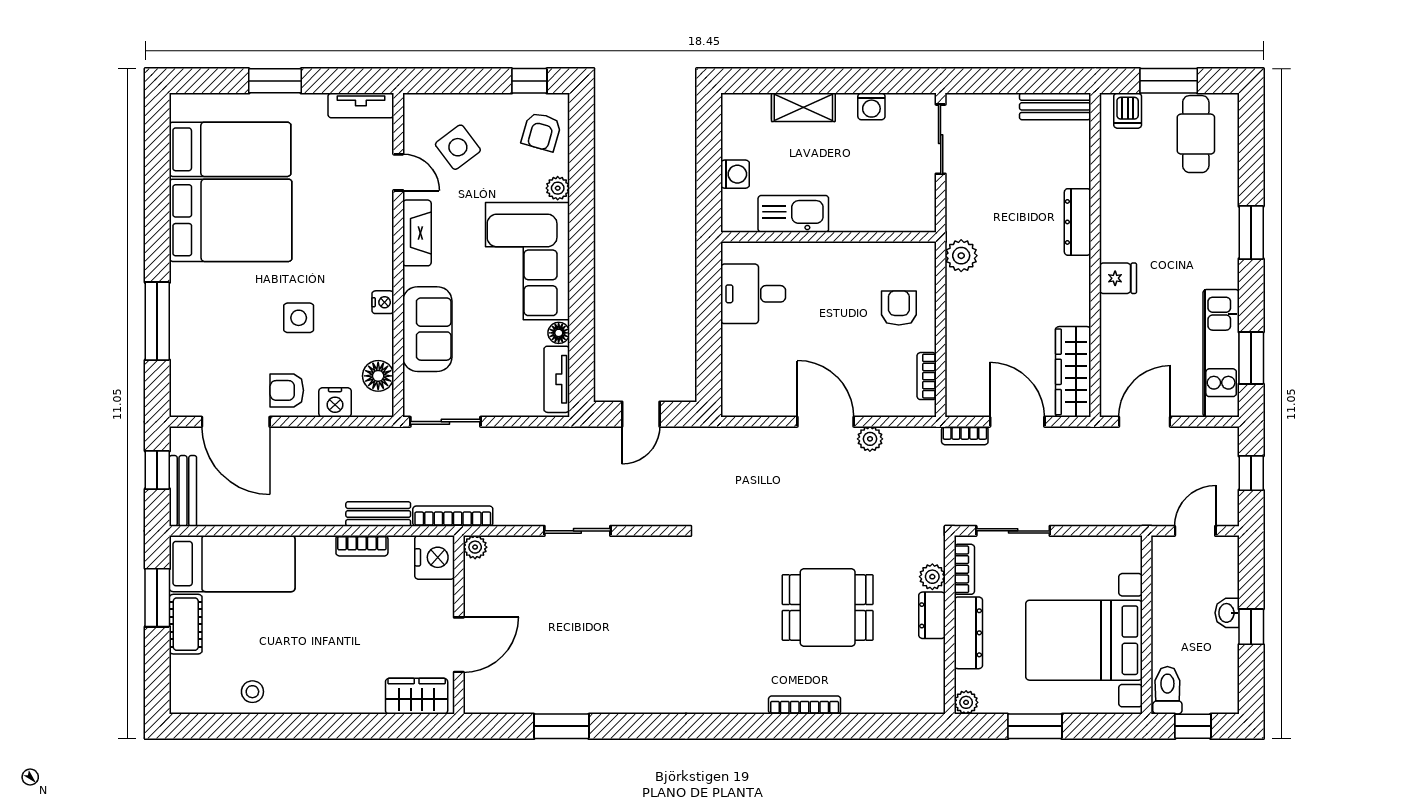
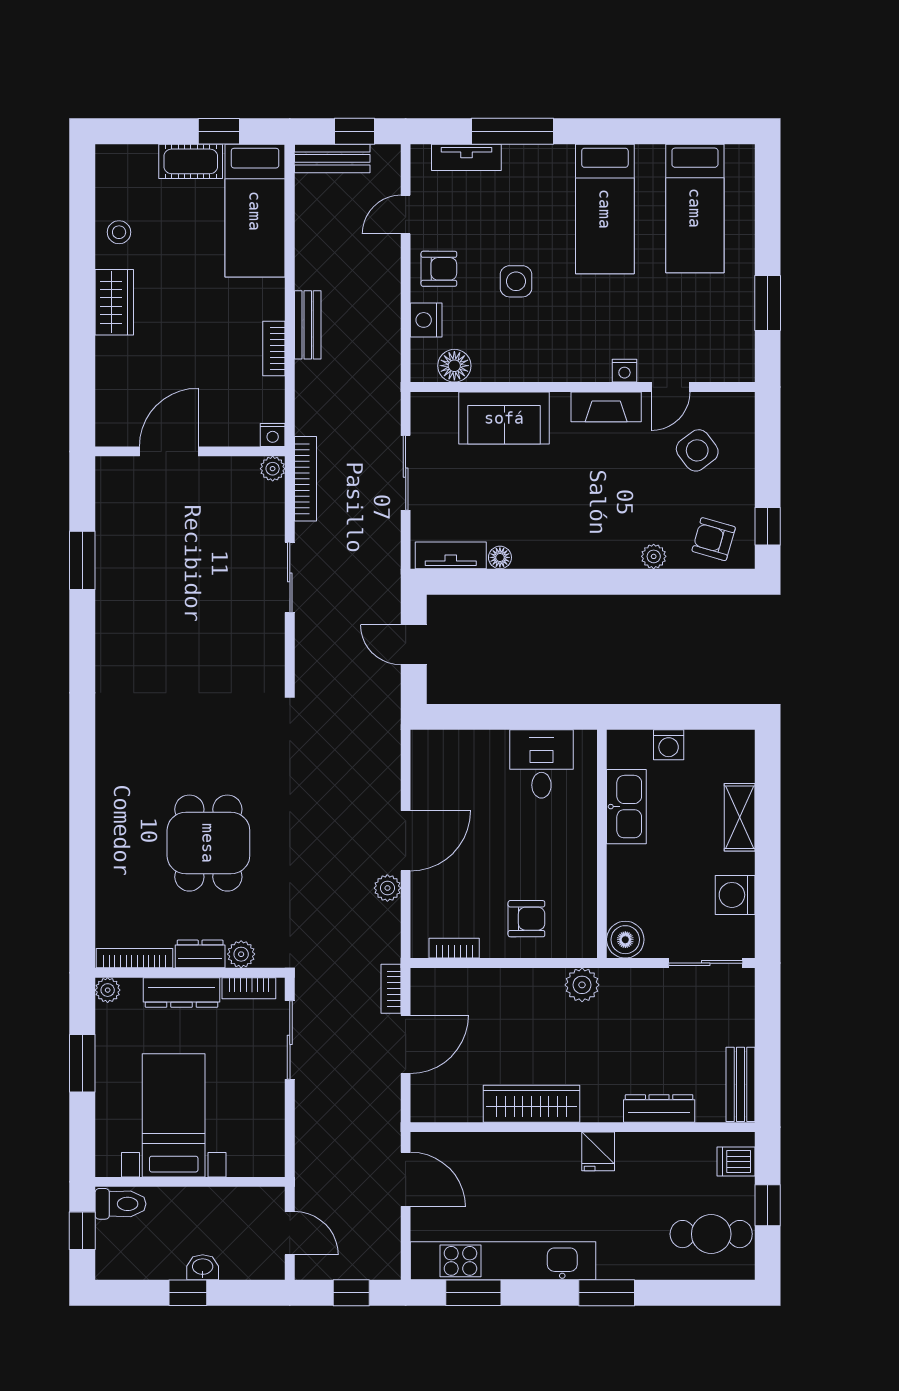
window: (275, 81) -> (768, 303), moved
window: (1169, 81) -> (768, 1205), width x0.67
tv unit: (361, 105) -> (466, 157), moved, turned -90
washing machine: (871, 106) -> (735, 895), width x1.38, depth x1.38
boiler: (919, 215) -> (625, 940), added
bed: (231, 220) -> (605, 209), width x0.67
dresser: (1078, 222) -> (659, 1108), moved
corner sofa: (528, 261) -> (576, 524), removed
fridge: (1118, 278) -> (598, 1151), moved
nightstand: (383, 302) -> (624, 371), moved
kitchen unit: (1221, 353) -> (503, 1261), width x1.36
wardrobe: (1073, 372) -> (532, 1104), moved
armchair: (287, 390) -> (439, 269), turned 90
door: (236, 422) -> (406, 215), width x0.53
sliding door: (445, 422) -> (406, 473), moved
bench: (378, 514) -> (308, 325), moved
bookcase: (453, 516) -> (305, 479), moved
nightstand: (435, 557) -> (273, 435), width x0.53, depth x0.56
window: (157, 598) -> (219, 131), width x0.67
bed with nightstands: (1084, 640) -> (174, 1115), width x0.73
door: (459, 645) -> (169, 451), swing flipped
wardrobe: (417, 696) -> (114, 302), moved
bookcase: (805, 705) -> (135, 958), moved, turned -90

